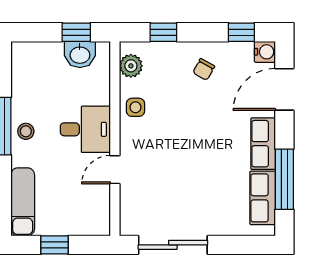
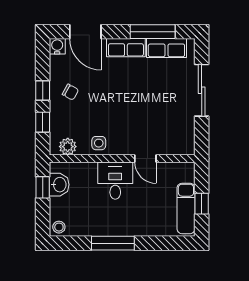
window: (241, 32) -> (43, 90), moved
stool: (26, 131) -> (59, 227), moved
exam couch: (23, 202) -> (186, 208), moved, turned -90
sliding door: (173, 245) -> (202, 90), moved

